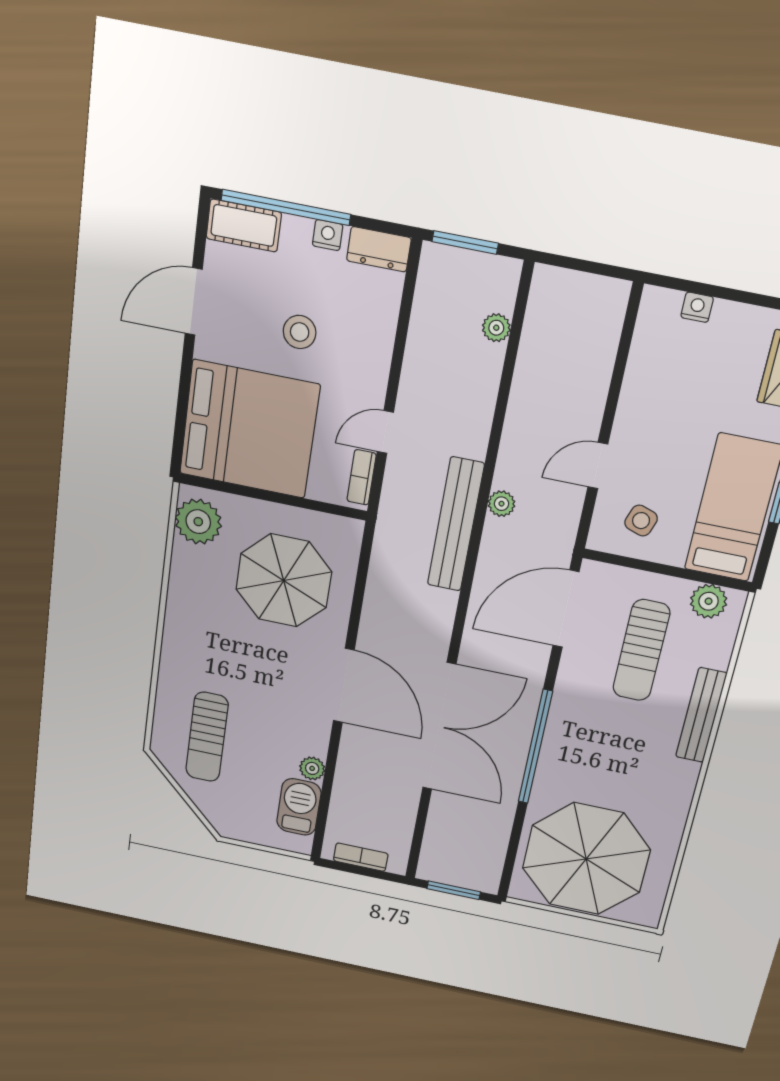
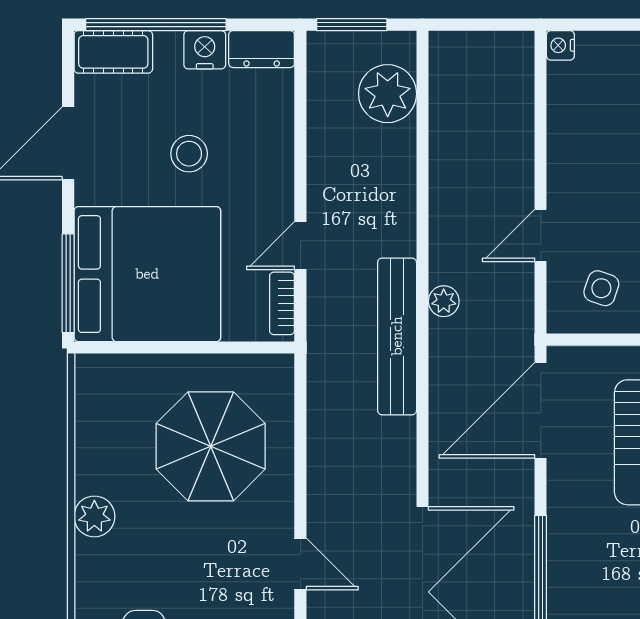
nightstand: (328, 235) -> (205, 50), width x1.39, depth x1.35
nightstand: (697, 307) -> (560, 45), moved, turned -90
plant: (496, 328) -> (388, 94), width x1.88, depth x1.88
window: (180, 423) -> (68, 283), added
plant: (198, 522) -> (94, 516), moved, width x0.73, depth x0.73
door: (344, 686) -> (300, 564), width x0.53

